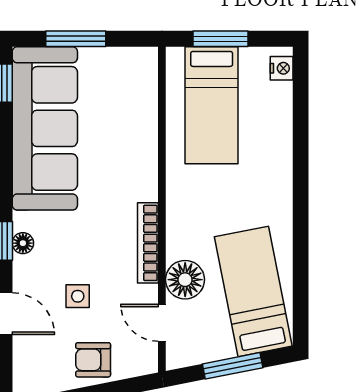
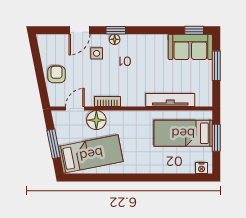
sofa: (45, 128) -> (190, 47), width x0.54, depth x0.79
tv unit: (145, 131) -> (170, 100), added
bookcase: (148, 243) -> (107, 102), width x0.64
side table: (78, 296) -> (97, 53), moved

